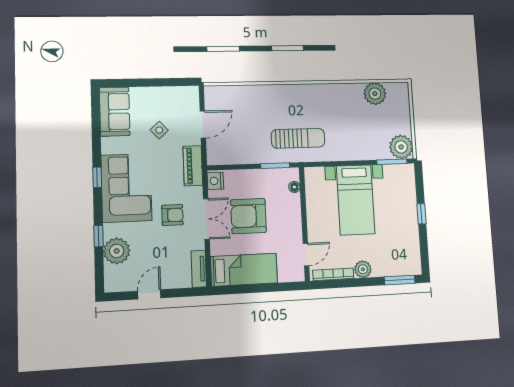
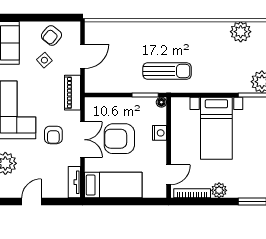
armchair: (167, 102) -> (51, 35), added
nightstand: (215, 181) -> (160, 133), moved, turned 180
floor lamp: (294, 187) -> (161, 102), moved
armchair: (172, 215) -> (53, 135), turned 90

